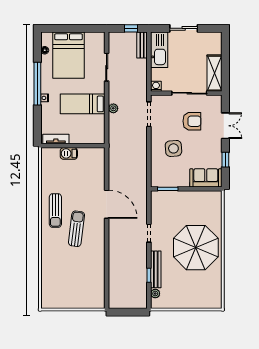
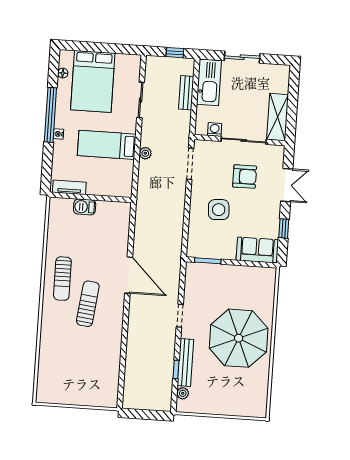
bench: (142, 45) -> (186, 93), moved
washing machine: (156, 86) -> (215, 130), moved

